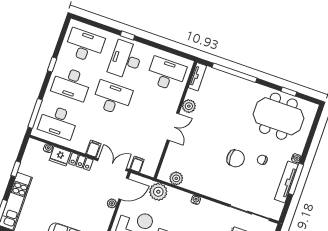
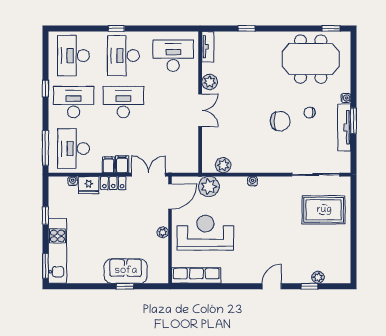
desk: (85, 46) -> (74, 56), turned -90
window: (235, 73) -> (247, 28), width x0.32
desk: (71, 84) -> (74, 102), turned 180
window: (289, 92) -> (331, 28), moved
desk: (58, 122) -> (74, 148), turned 90
filing cabinet: (137, 164) -> (108, 165), moved
window: (296, 179) -> (353, 121), width x0.69
plant: (112, 203) -> (163, 232), moved

